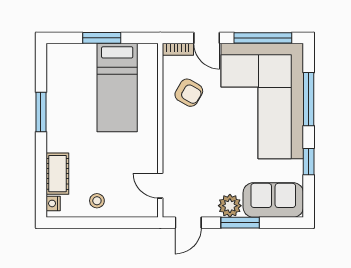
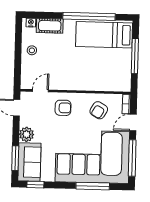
window: (102, 38) -> (135, 56), width x1.44
bed: (117, 87) -> (104, 35), moved
window: (41, 112) -> (89, 16), width x2.11
armchair: (186, 149) -> (63, 108), added
window: (309, 162) -> (35, 185), moved
window: (240, 223) -> (15, 158), moved

